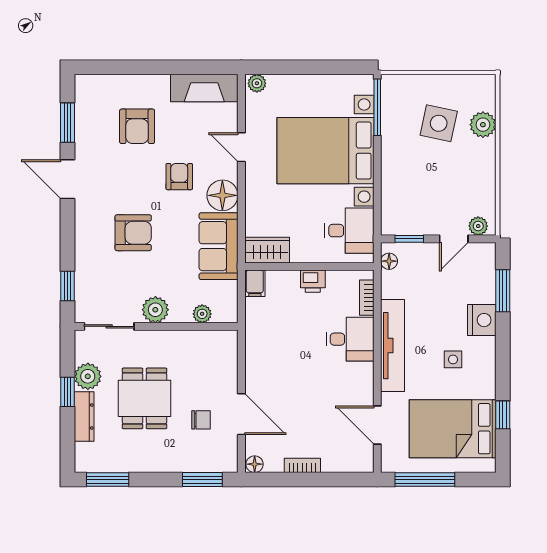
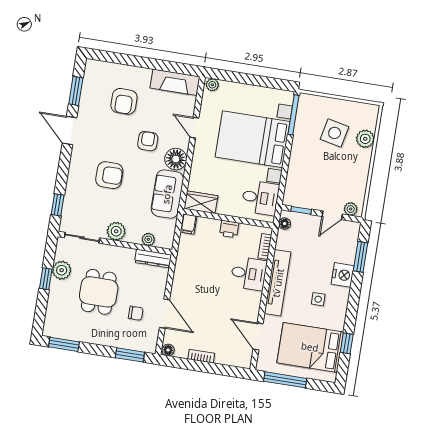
dresser: (84, 417) -> (153, 259), moved, turned 90

